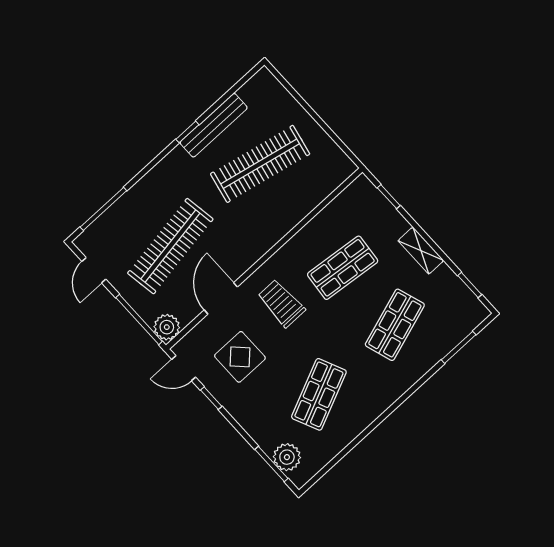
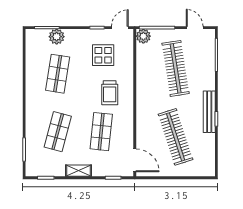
bench: (214, 125) -> (209, 112), moved
clothes rail: (260, 164) -> (176, 137), turned -30
door: (221, 298) -> (135, 160), moved
trolley: (281, 303) -> (110, 93), turned 90
shop shelf: (395, 325) -> (58, 132), turned 33
shop shelf: (319, 394) -> (58, 74), turned 33
plant: (287, 457) -> (57, 37), moved

